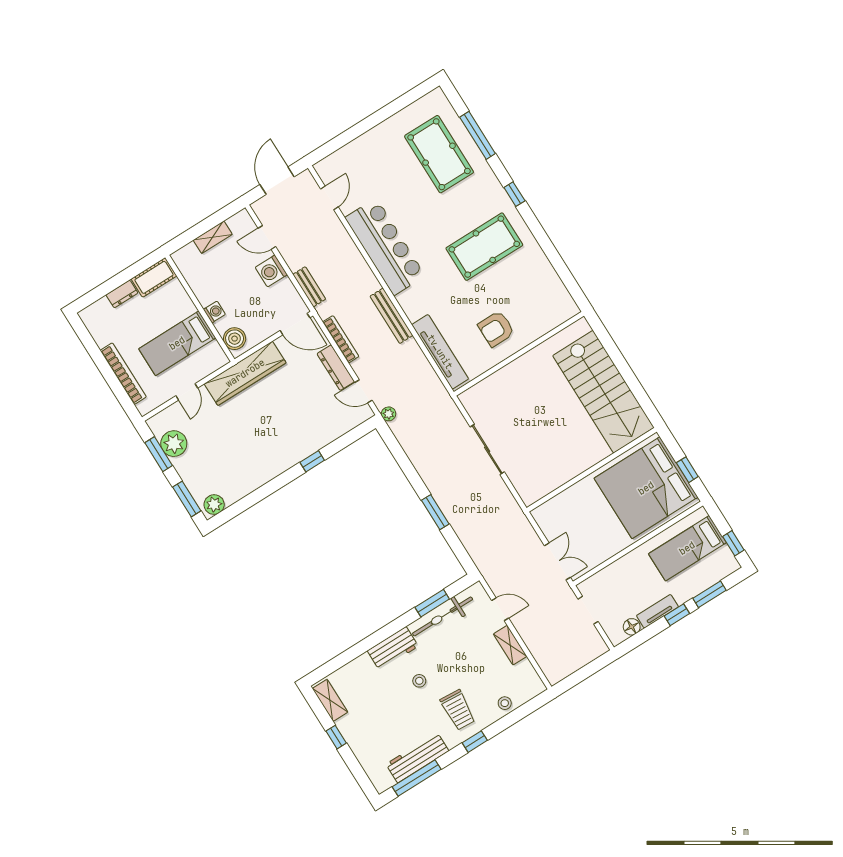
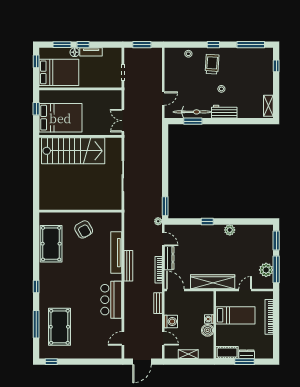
window: (418, 92) -> (51, 362), added
bar counter: (385, 247) -> (111, 300), width x0.73
pool table: (484, 247) -> (51, 244), moved, turned 90
window: (118, 280) -> (244, 362), added
armchair: (496, 329) -> (84, 229), turned 60
boiler: (235, 339) -> (208, 330), moved
tv unit: (440, 352) -> (116, 253), moved
stairs: (603, 392) -> (73, 151), moved, turned 90
window: (159, 454) -> (276, 269), width x1.44
bed: (646, 488) -> (60, 118), width x0.73
plant: (214, 505) -> (230, 230), moved
window: (435, 512) -> (165, 206), moved
bed: (687, 548) -> (59, 72), width x1.50
double door: (557, 561) -> (123, 121), moved
door: (500, 609) -> (163, 99), swing flipped
floor lamp: (632, 627) -> (75, 52), moved
shelving: (510, 645) -> (169, 79), removed
window: (586, 672) -> (142, 45), added
window: (336, 737) -> (276, 66), moved
workbench: (417, 758) -> (245, 54), removed

